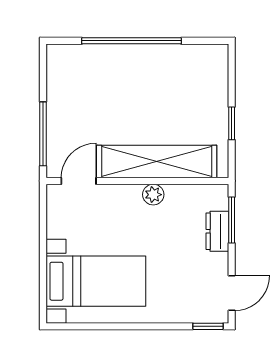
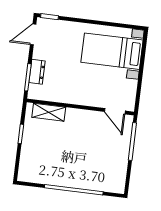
shelving: (157, 162) -> (49, 112), width x0.45, depth x0.75
door: (79, 181) -> (115, 111), hinge flipped
plant: (153, 195) -> (72, 98), removed

